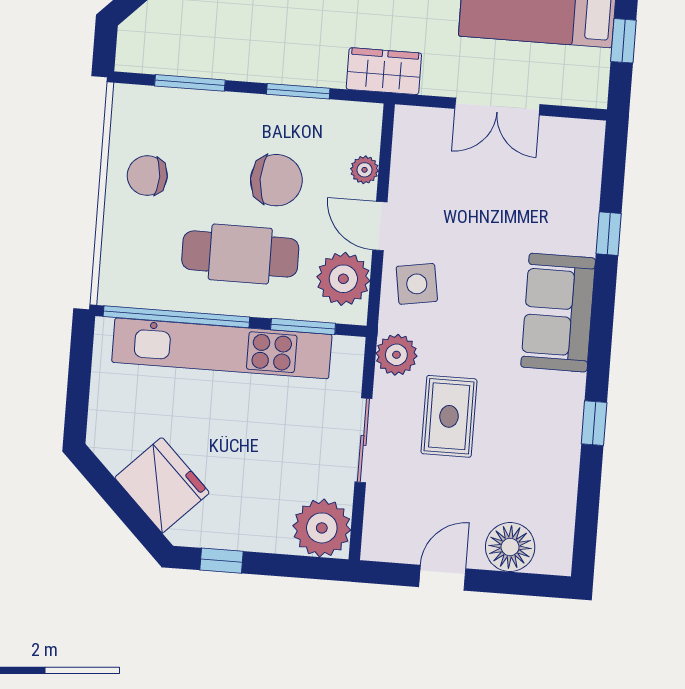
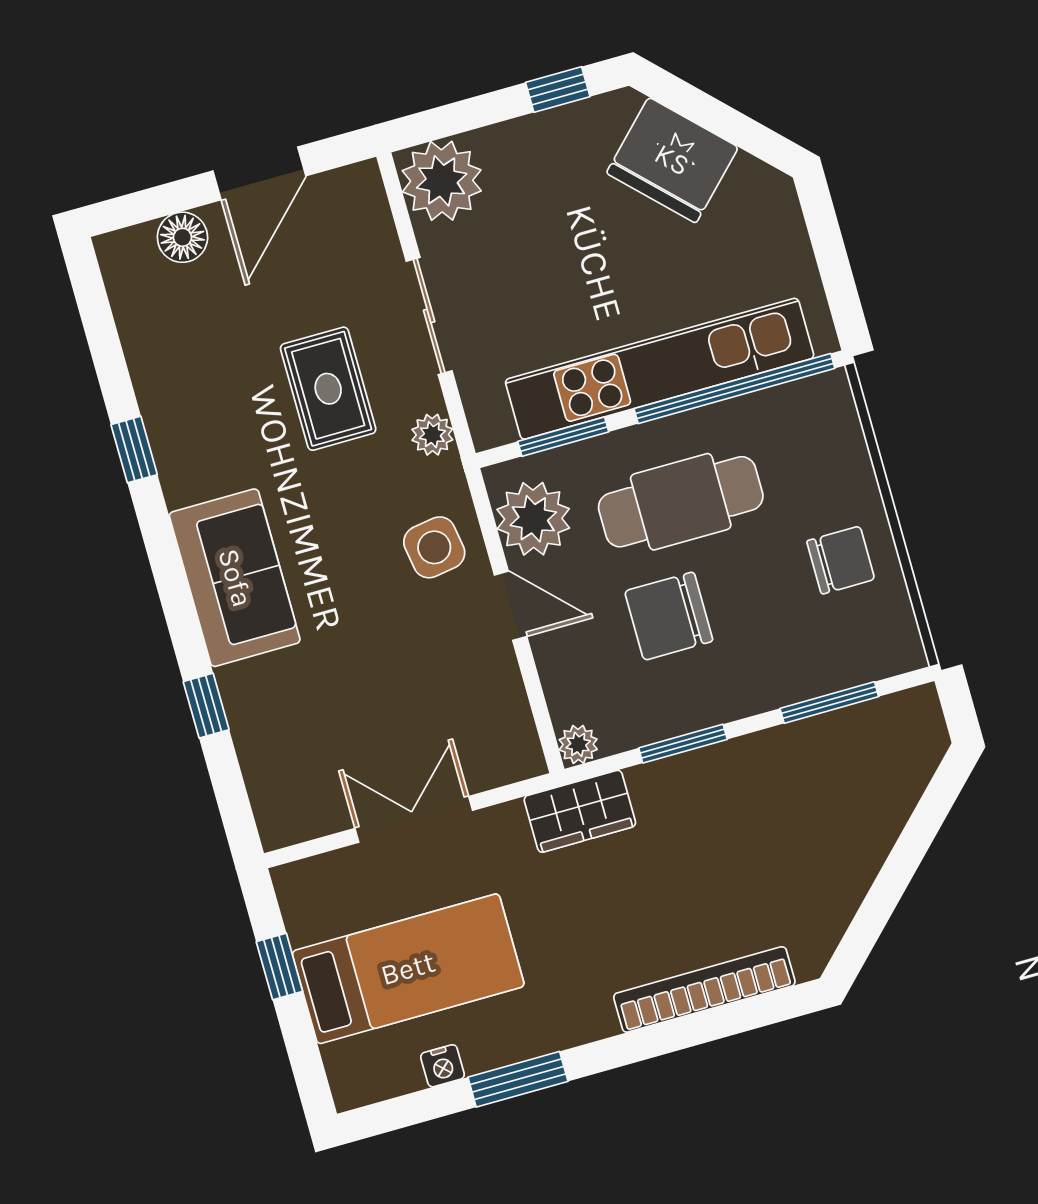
plant: (364, 170) -> (578, 744), moved
plant: (396, 355) -> (432, 435), width x0.73, depth x0.73
floor lamp: (510, 547) -> (182, 237), width x0.73, depth x0.73
door: (442, 578) -> (259, 173), width x1.38

